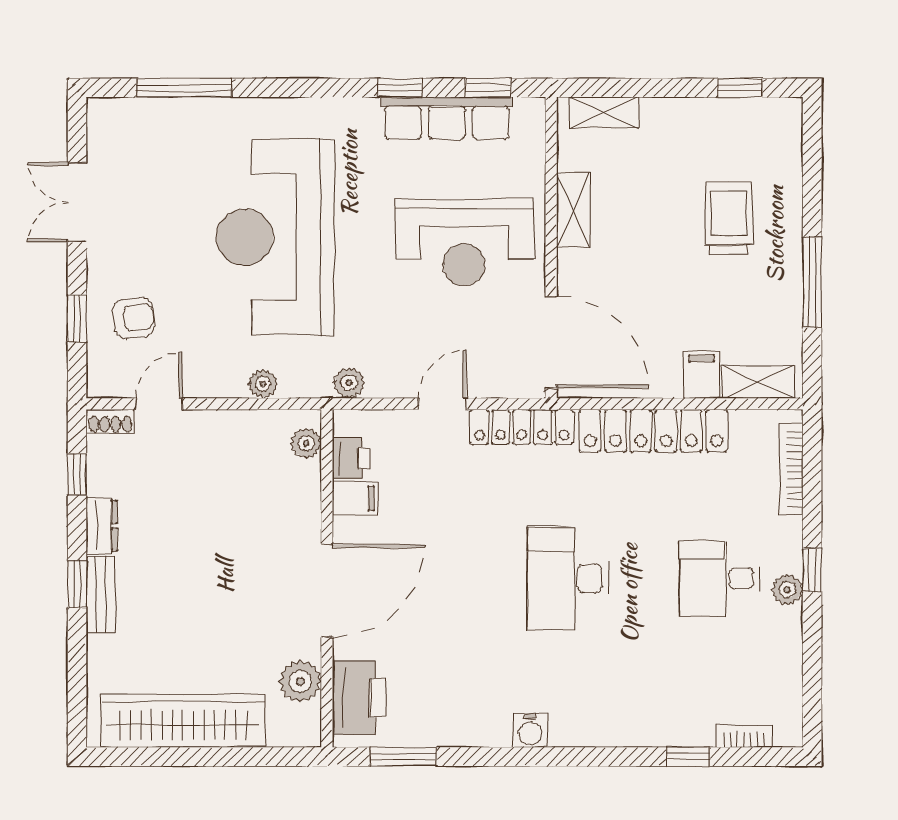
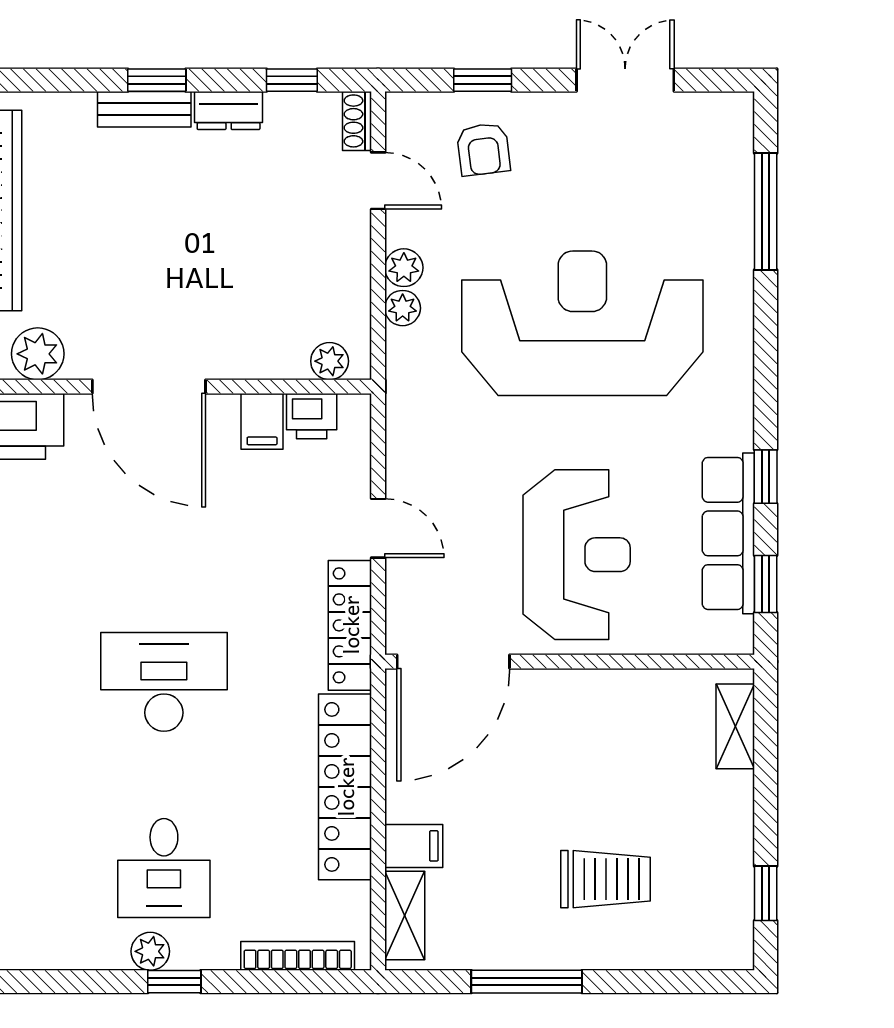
shelving: (574, 210) -> (616, 689), removed
reception desk: (464, 242) -> (577, 555), turned 180
plant: (349, 383) -> (404, 268), moved
desk: (719, 578) -> (164, 868), turned 180

